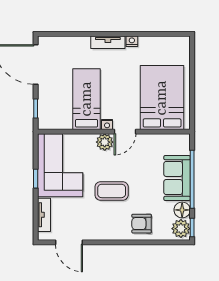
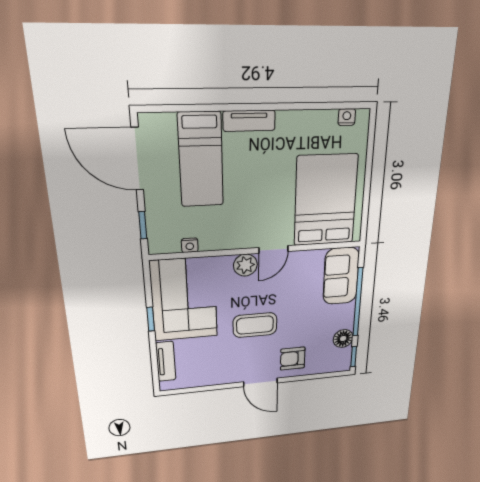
nightstand: (132, 41) -> (347, 117), moved
bed: (87, 99) -> (201, 160), moved, turned 180
nightstand: (107, 124) -> (190, 245), moved
sofa: (177, 178) -> (341, 276), moved
plant: (181, 229) -> (340, 359), removed
door: (69, 242) -> (261, 382), moved

